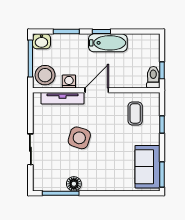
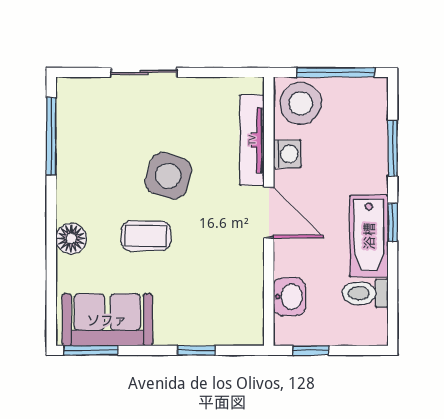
washbasin: (41, 41) -> (289, 297), moved, turned 180
toilet: (153, 77) -> (365, 293), moved, turned 180
coffee table: (135, 113) -> (146, 236), moved
floor lamp: (74, 184) -> (71, 239), moved

